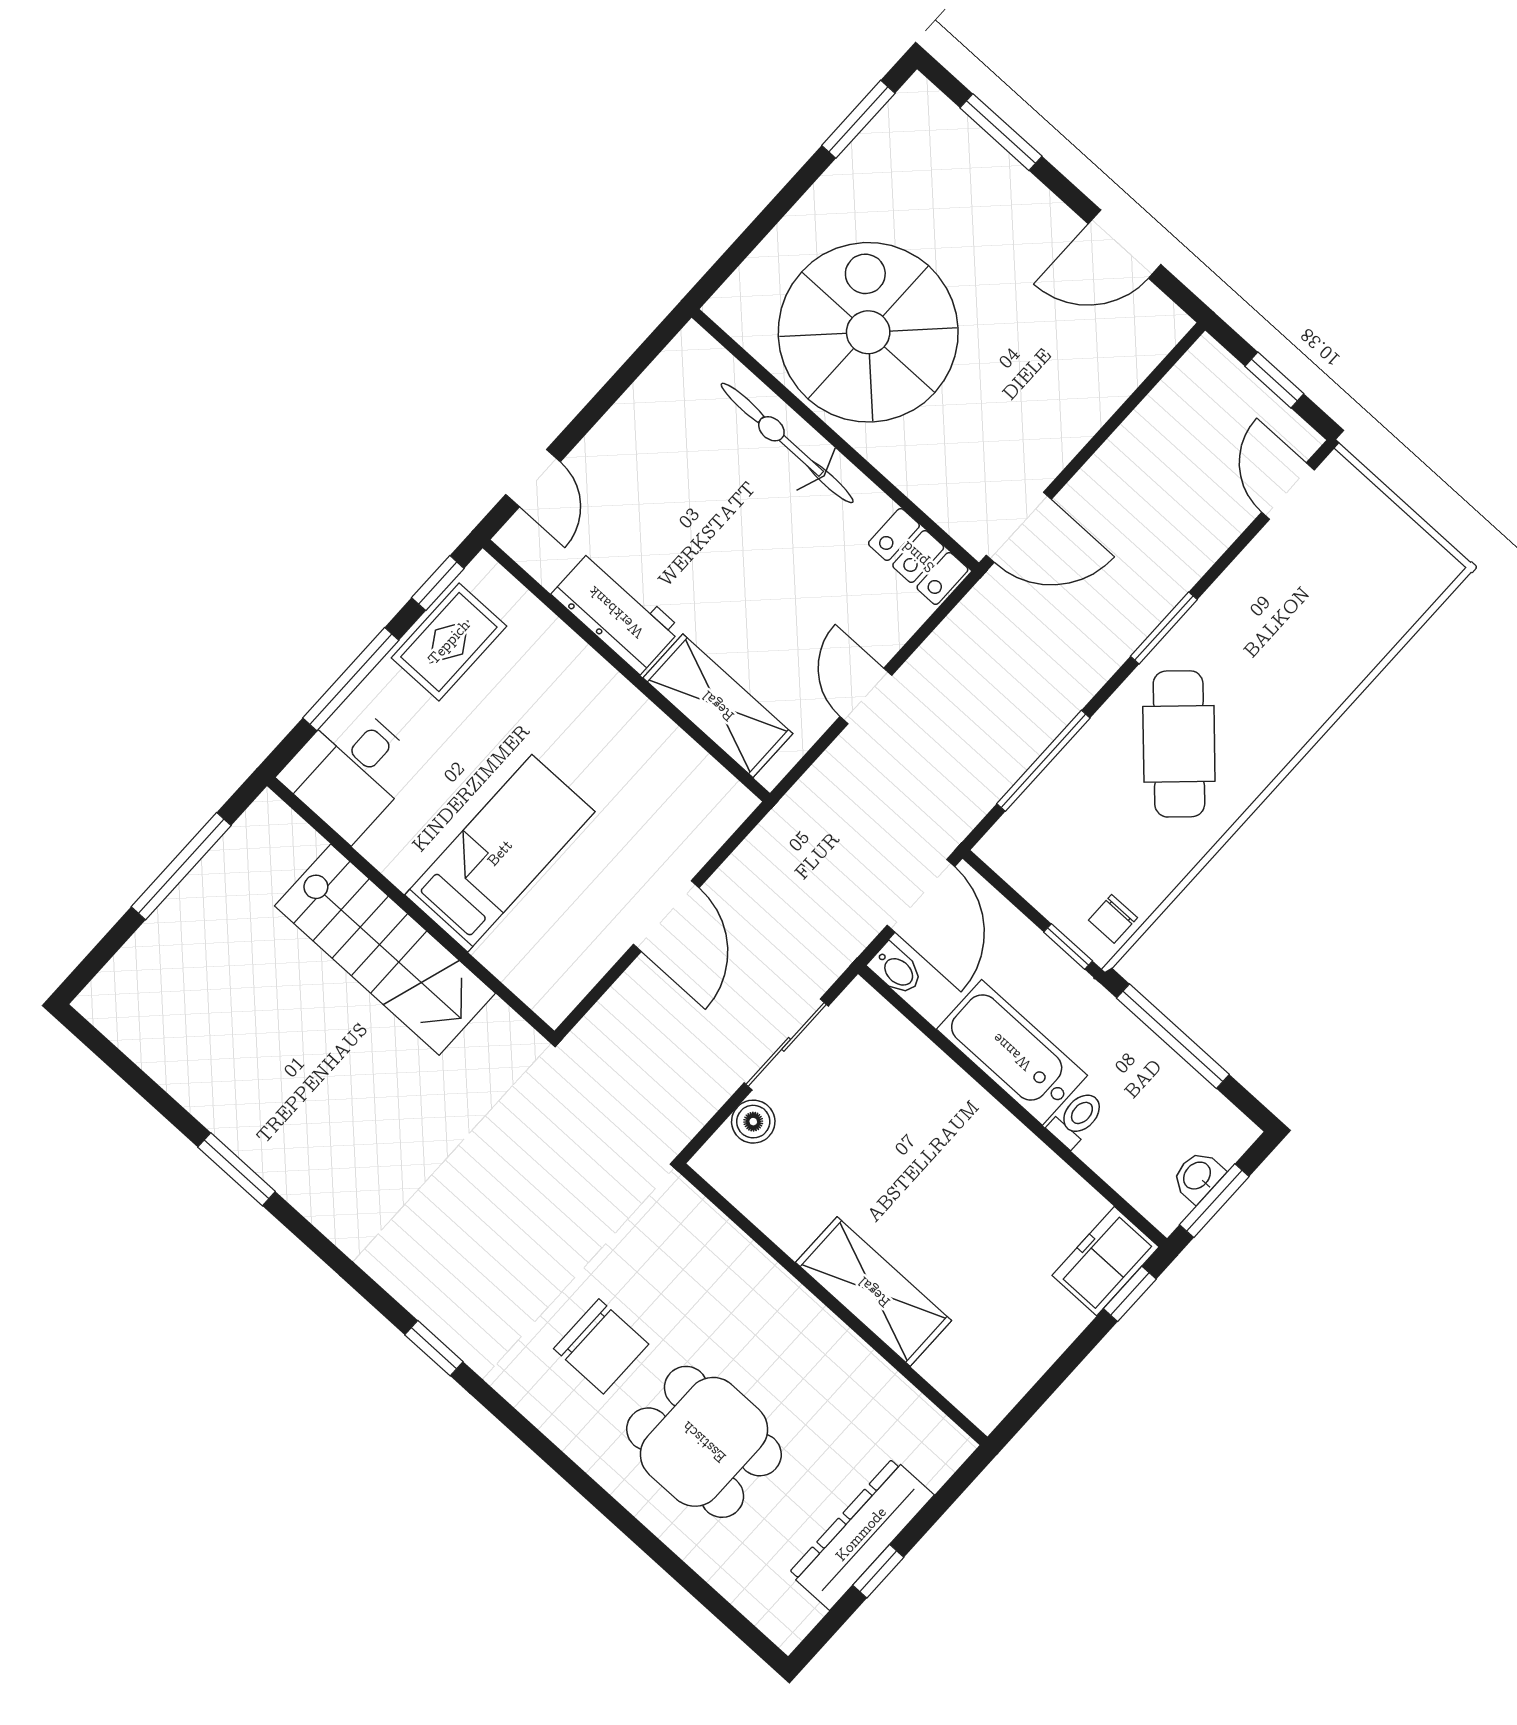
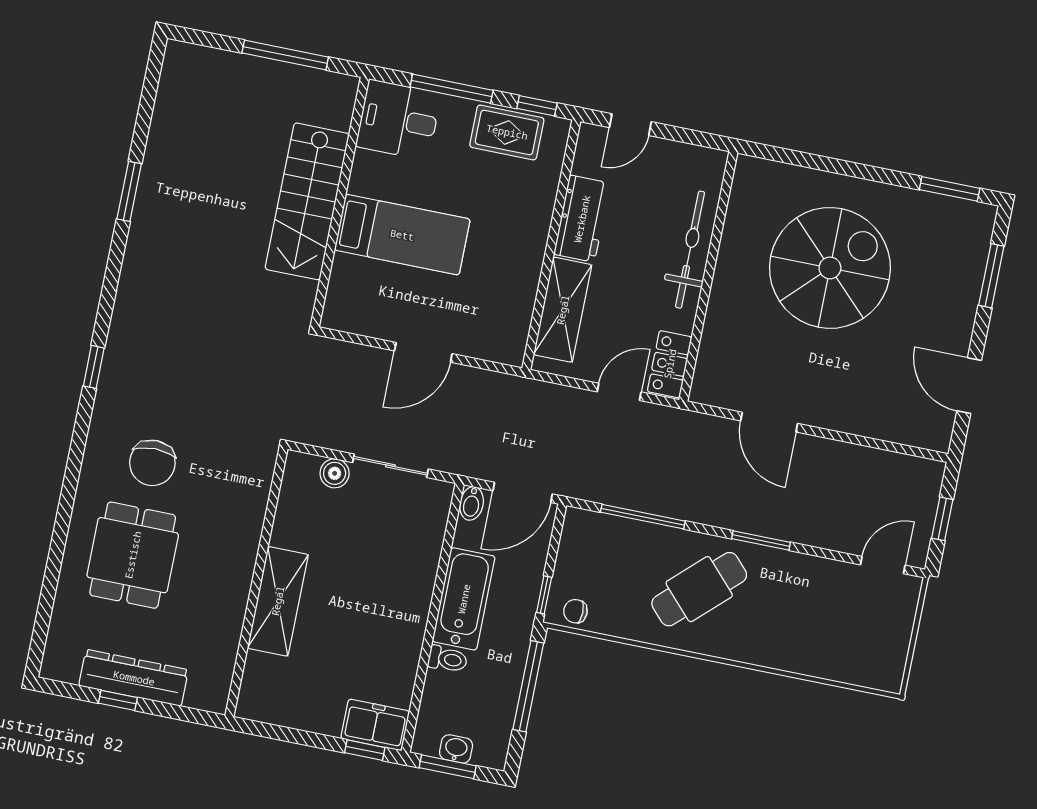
wall: (835, 440) -> (708, 276), moved
bicycle: (787, 443) -> (690, 250), moved
locker: (918, 557) -> (670, 364), moved

